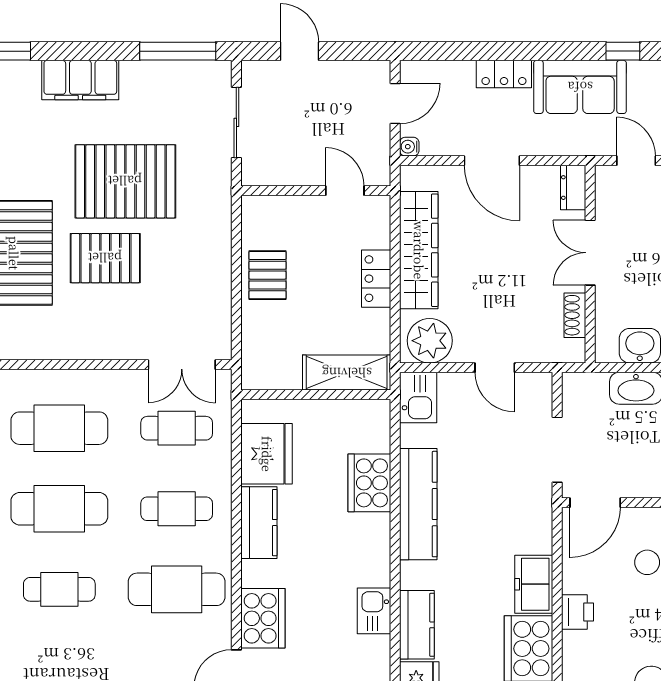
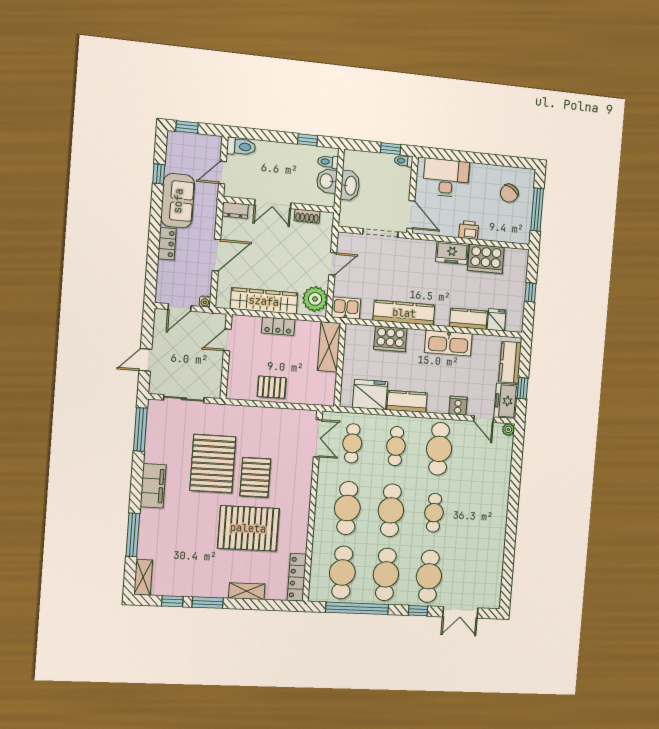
door: (395, 103) -> (180, 307), swing flipped
kitchen sink: (374, 611) -> (448, 343), width x1.87, depth x1.24
cooker: (263, 618) -> (458, 406), width x0.53, depth x0.76

